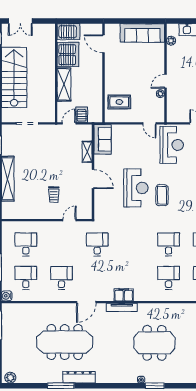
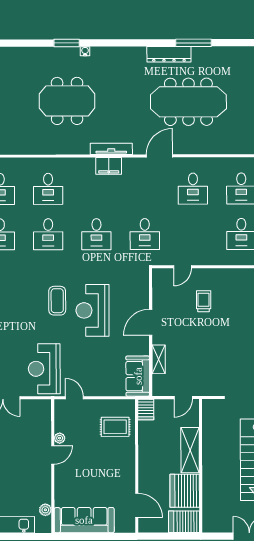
server rack: (82, 115) -> (146, 410), moved
door: (93, 179) -> (151, 322), hinge flipped
desk: (133, 244) -> (96, 234), added

